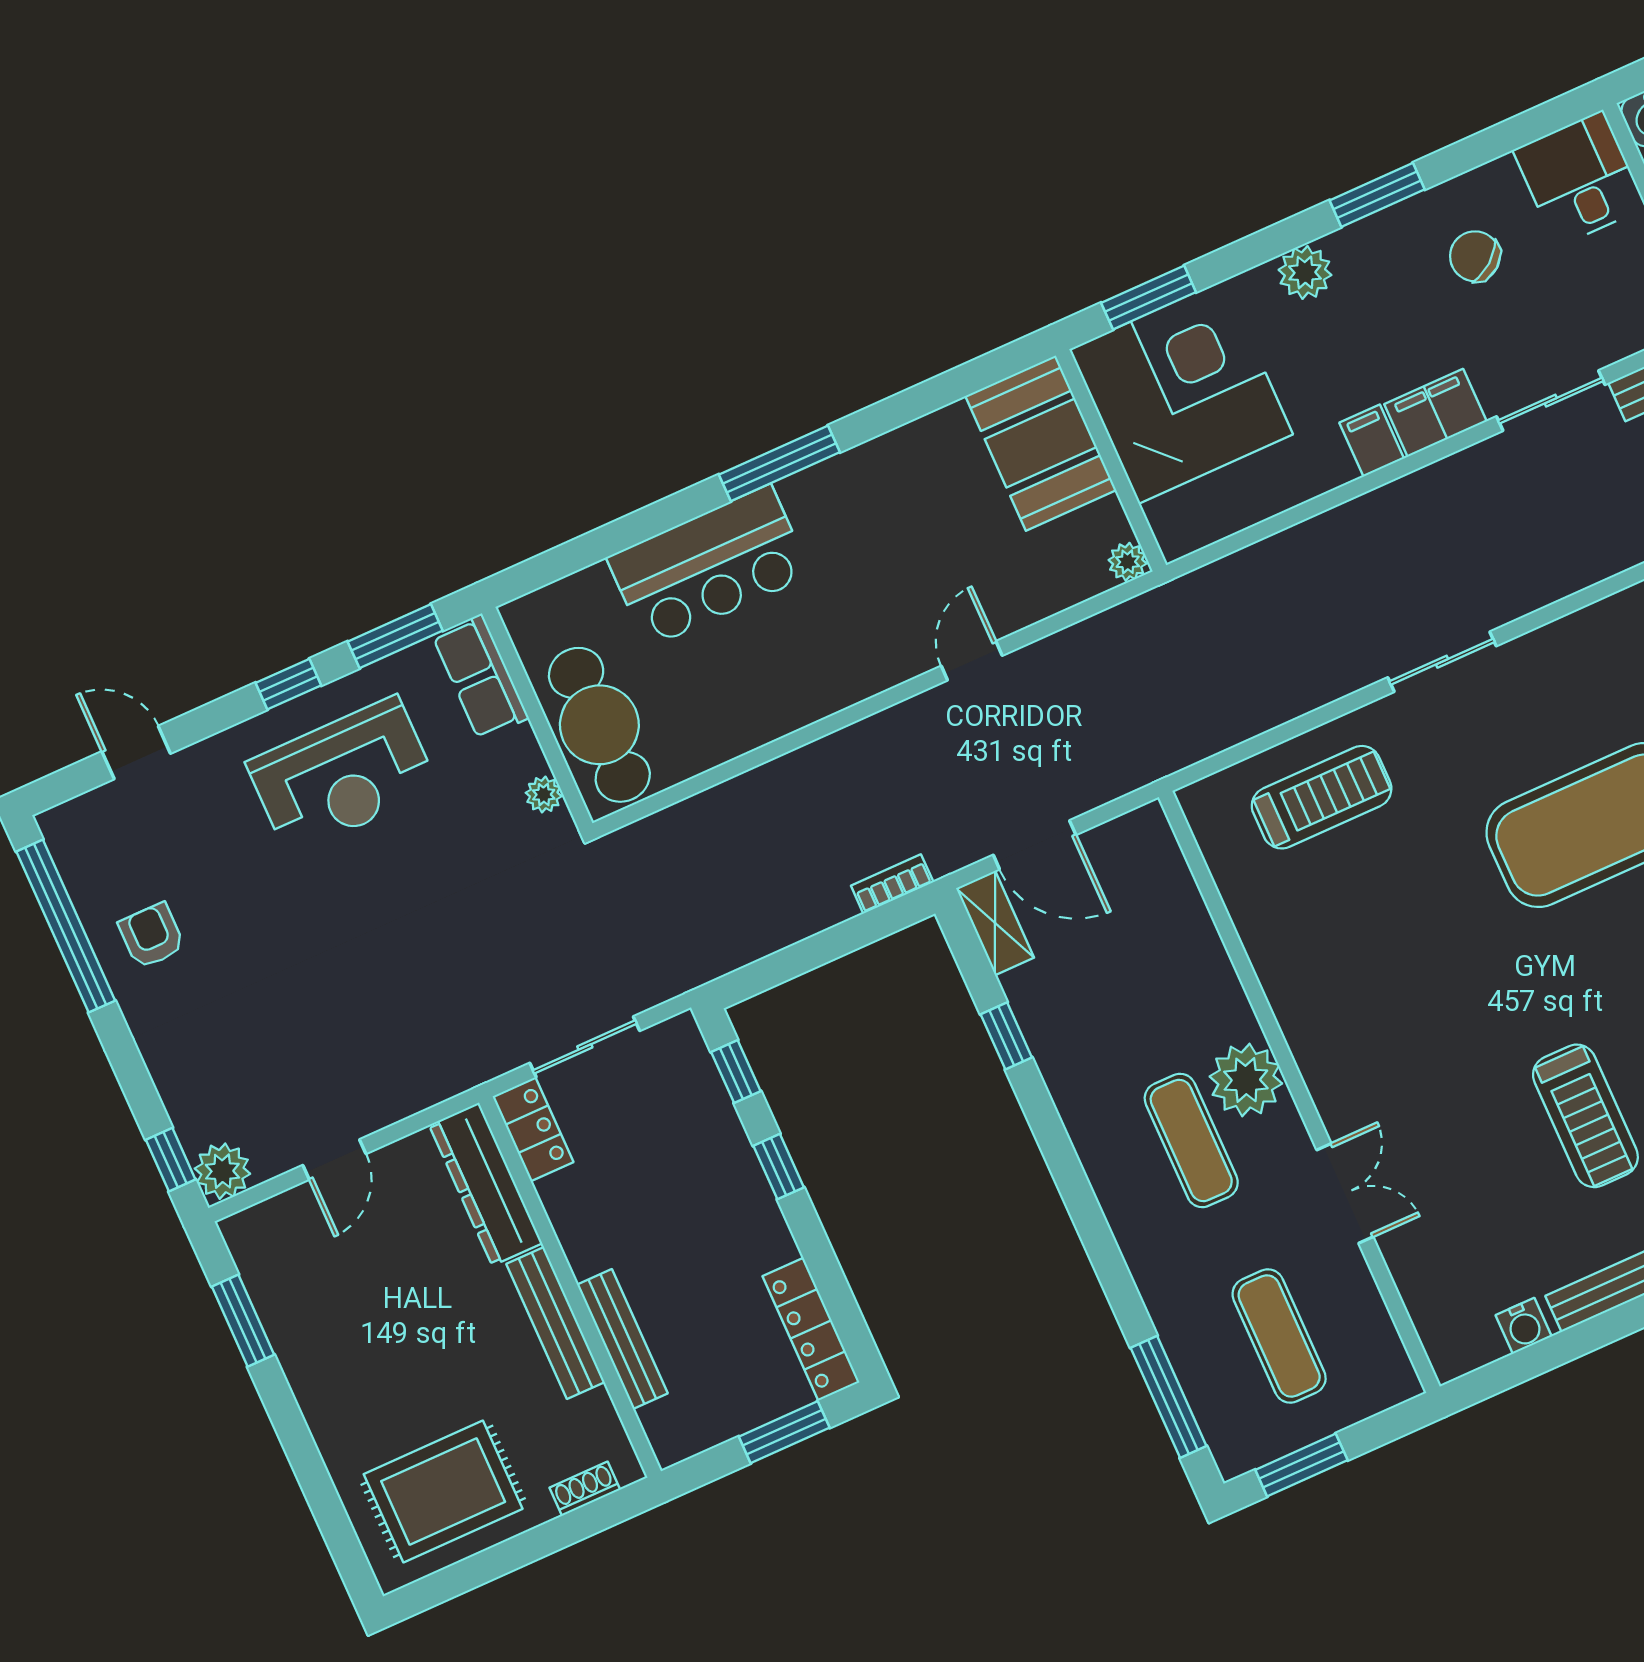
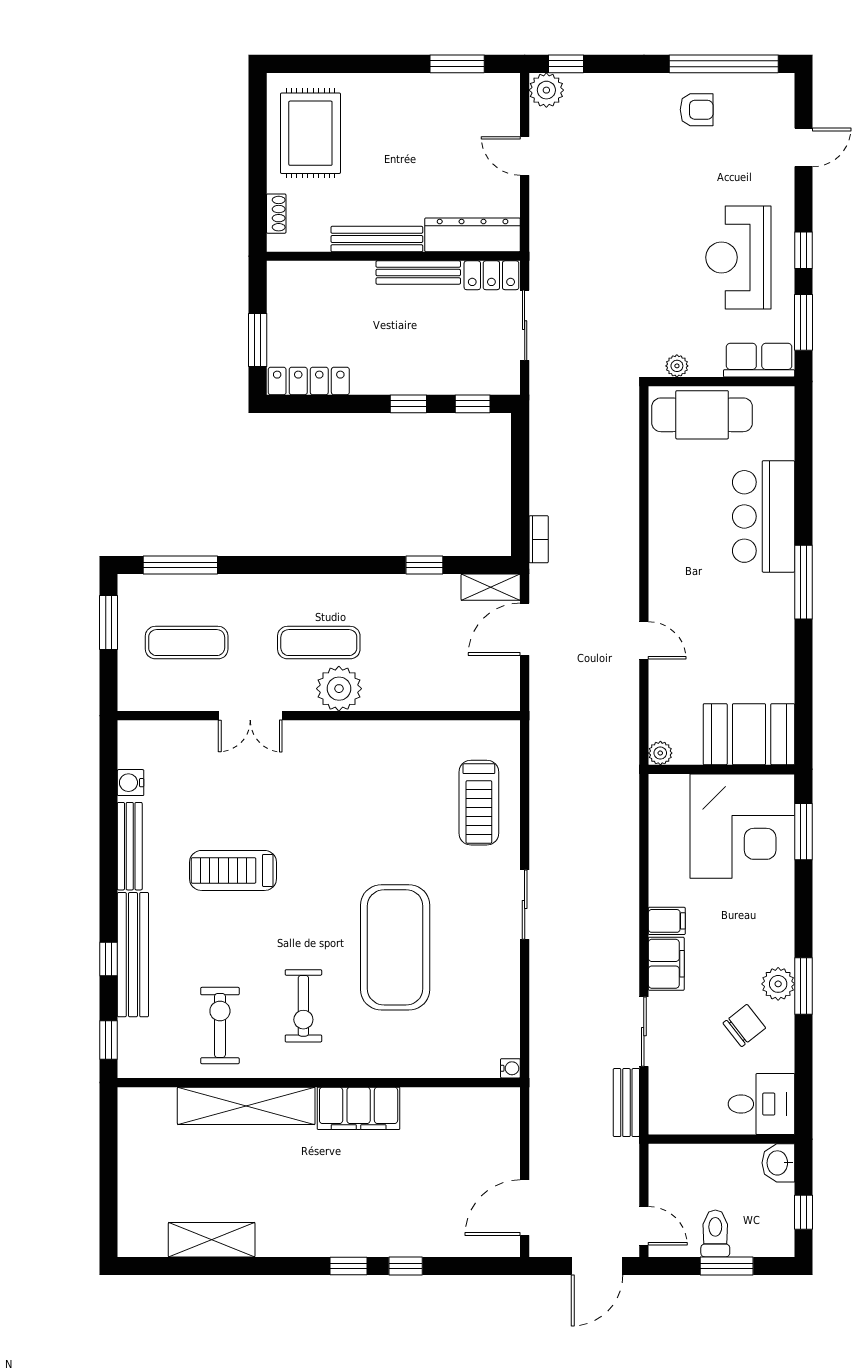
plant: (1305, 272) -> (778, 984), moved
bench: (622, 1339) -> (418, 273), moved

